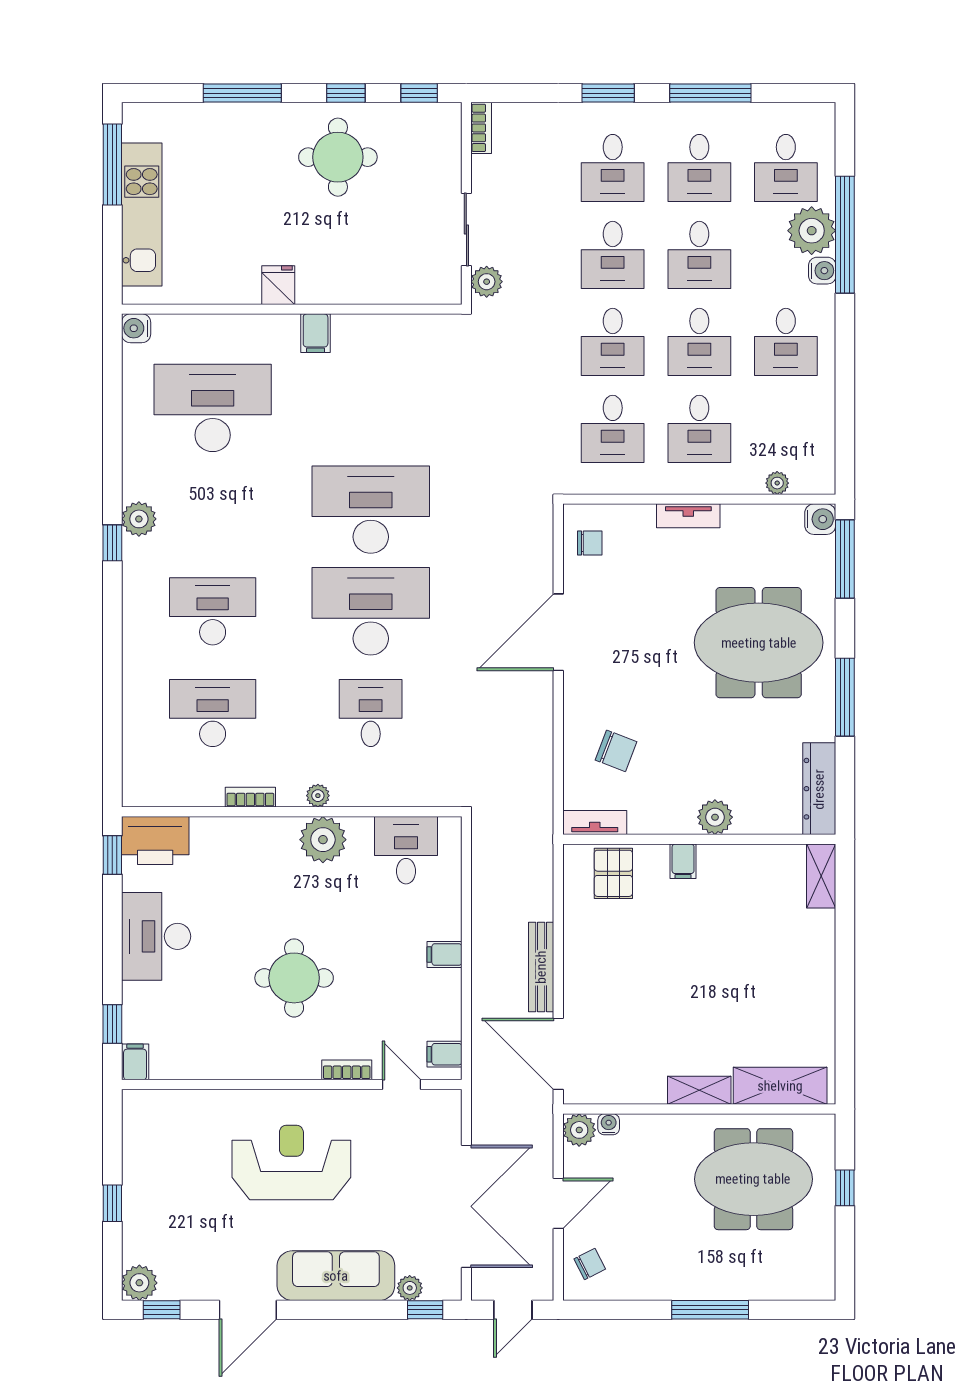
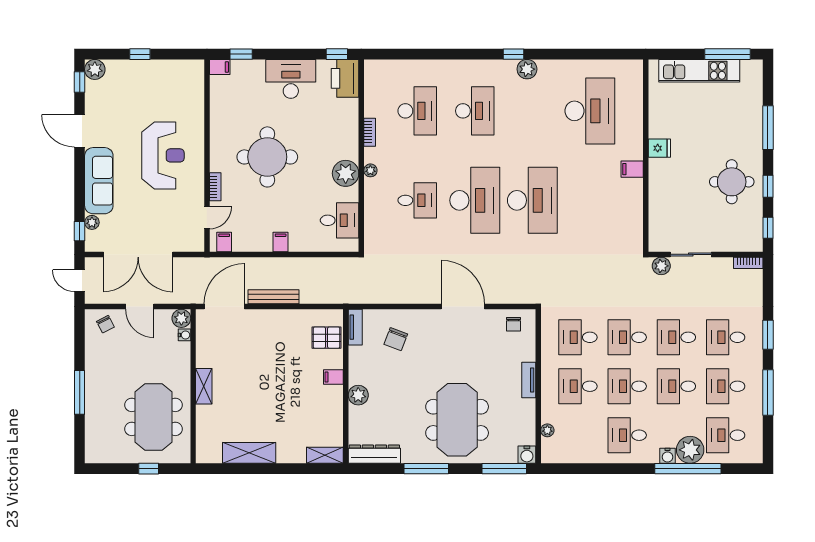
water cooler: (136, 328) -> (635, 68), removed
round table: (294, 978) -> (267, 157), width x1.36, depth x1.36
shelving: (780, 1086) -> (249, 453), moved, turned 90

